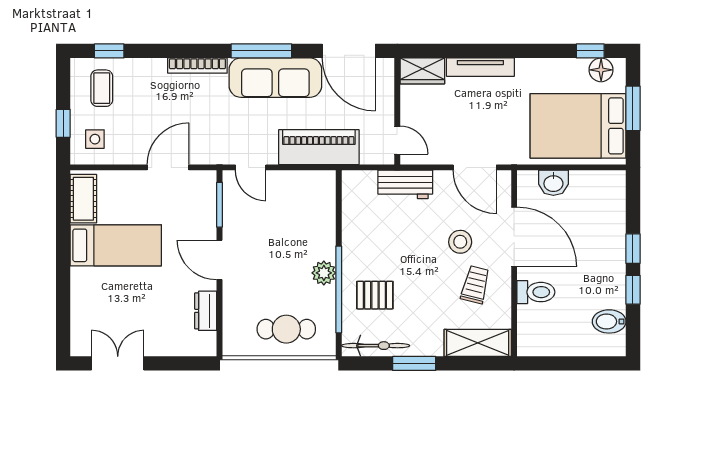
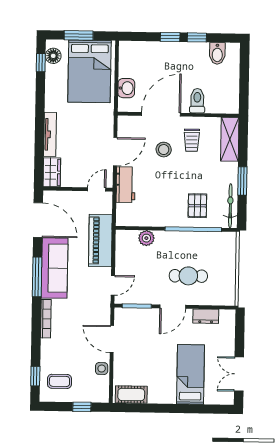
door: (349, 51) -> (38, 220), hinge flipped
side table: (95, 139) -> (102, 369), moved
door: (475, 167) -> (115, 152), moved
bed: (116, 245) -> (190, 374), moved
plant: (324, 273) -> (146, 238), moved
trolley: (475, 285) -> (192, 140), turned -104
cafe table: (286, 329) -> (188, 276), moved, turned 90

